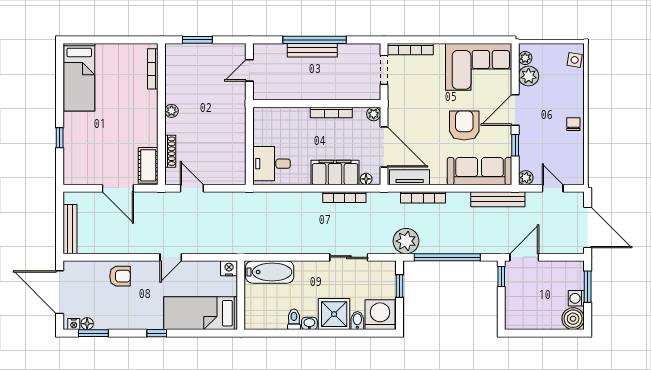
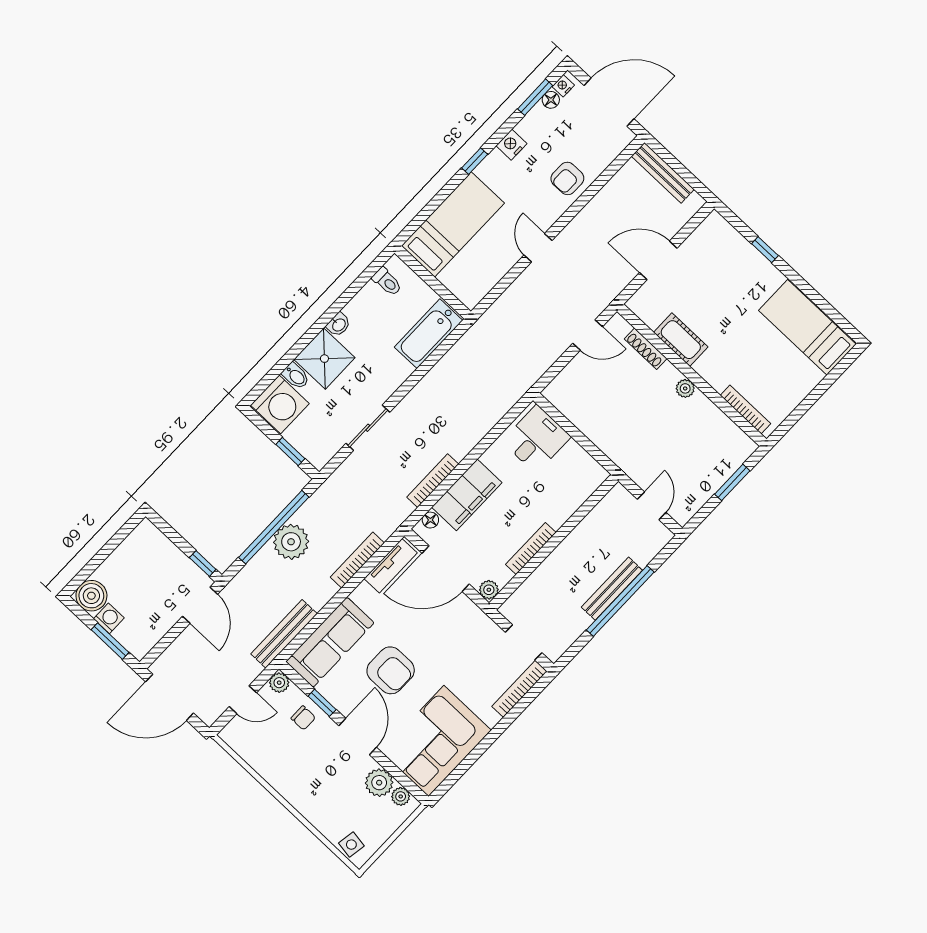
chair: (573, 124) -> (303, 718), moved
cot: (148, 165) -> (681, 340), moved
plant: (406, 241) -> (291, 542), moved
nightstand: (229, 268) -> (511, 145), moved, turned 180
toilet: (294, 319) -> (387, 282), moved

